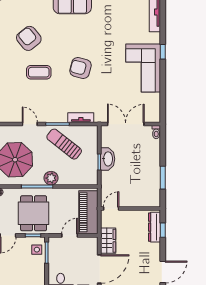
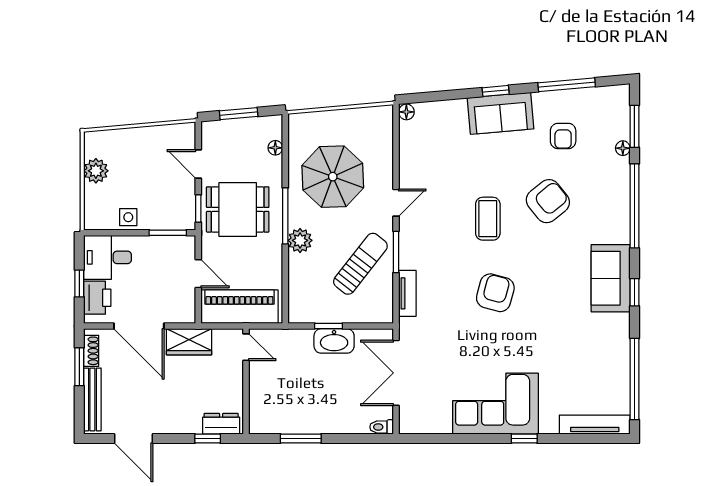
double door: (126, 124) -> (396, 373), swing flipped
dresser: (154, 227) -> (221, 424), width x0.70
side table: (37, 250) -> (128, 217), moved

